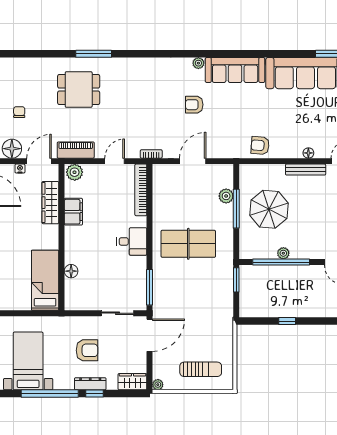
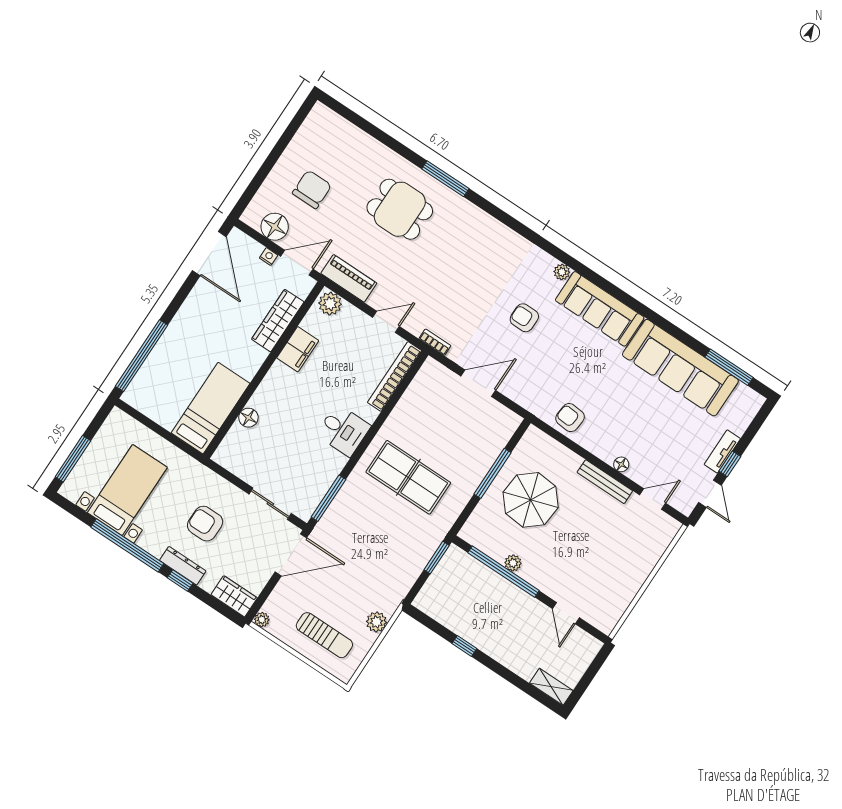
chair: (19, 112) -> (312, 189), width x1.87, depth x1.87
plant: (226, 196) -> (376, 622), moved
armchair: (87, 350) -> (205, 524), turned 180

